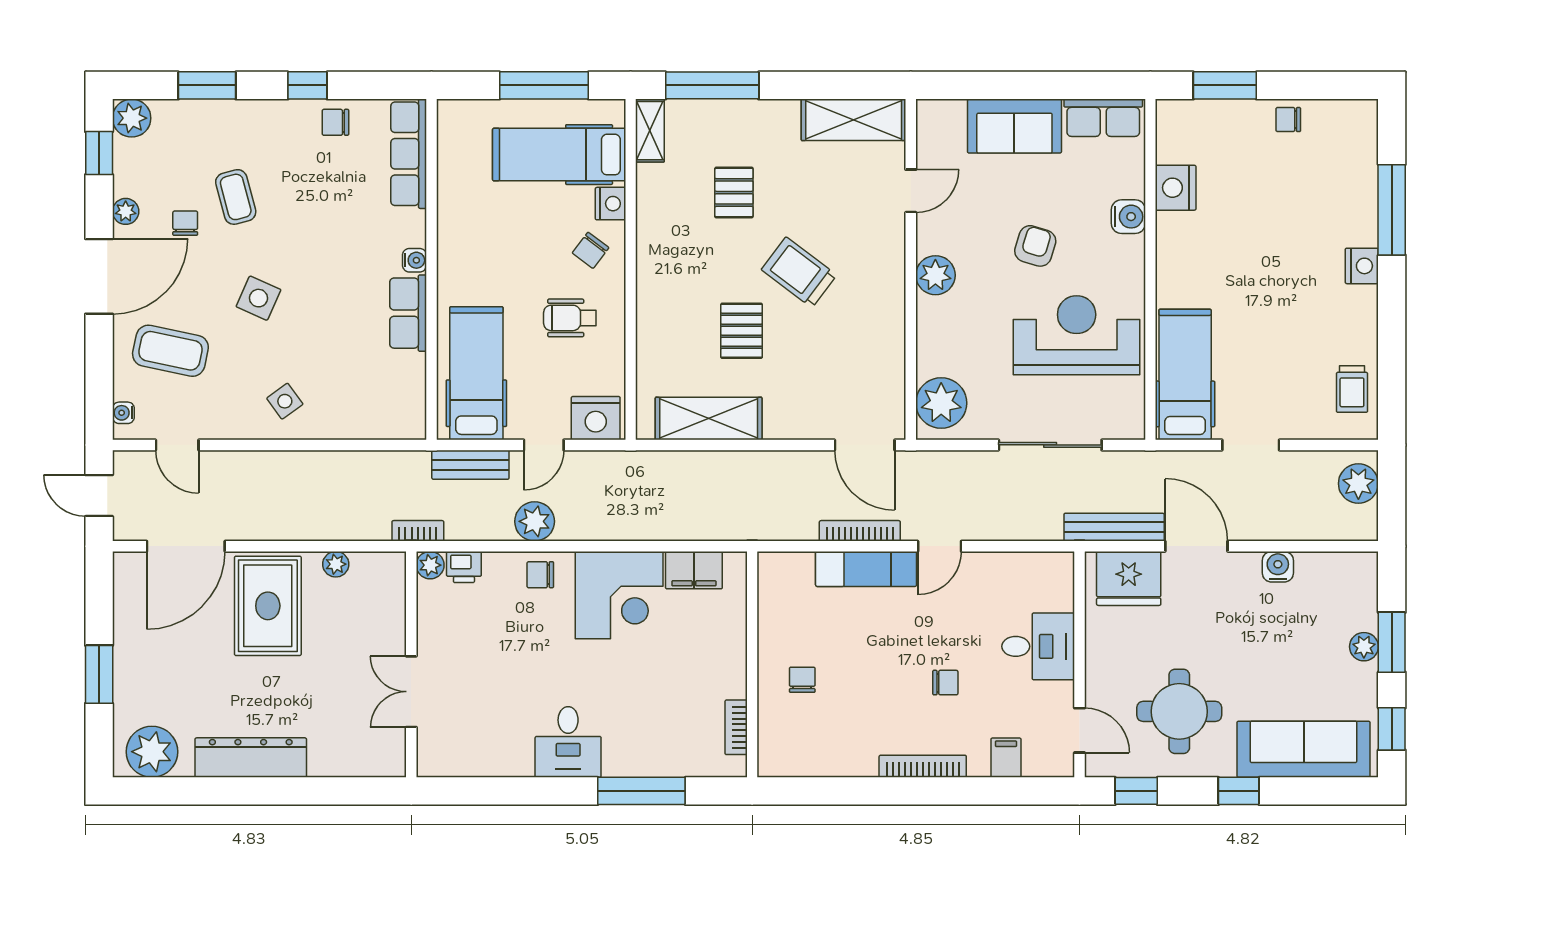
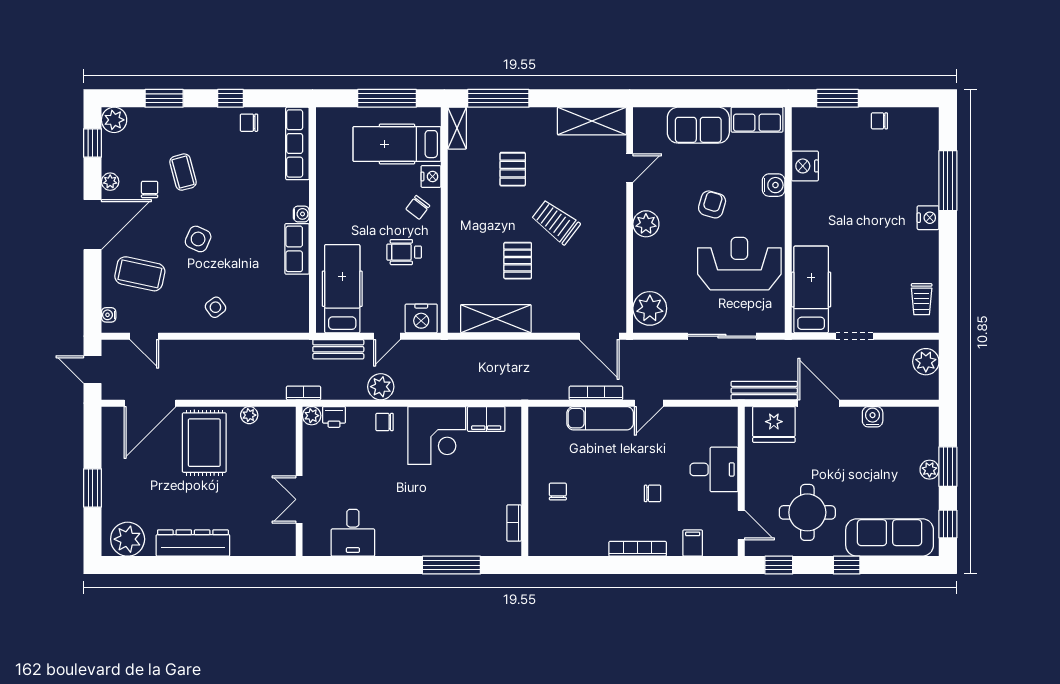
desk: (568, 742) -> (353, 533), moved

